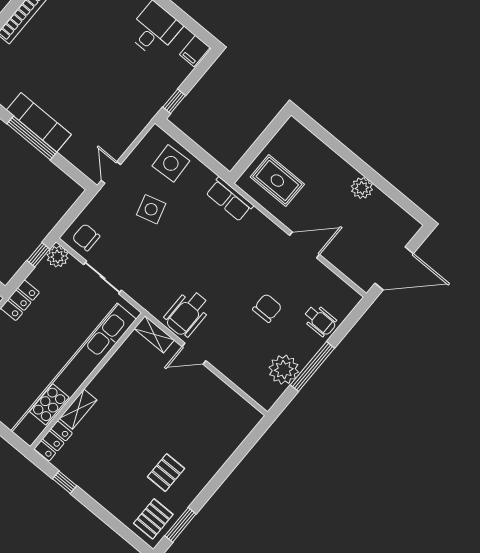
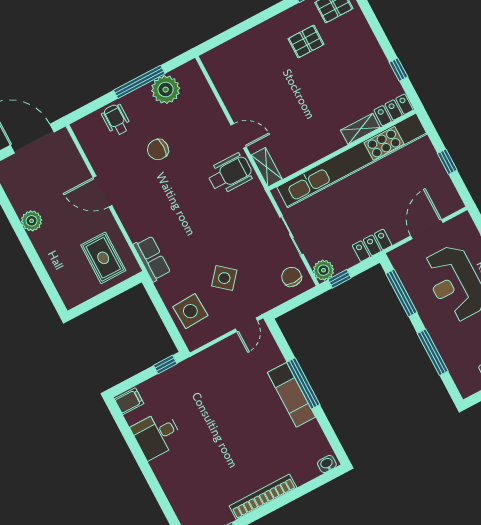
side table: (151, 209) -> (224, 278), turned -34
chair: (86, 237) -> (291, 277), turned 180

